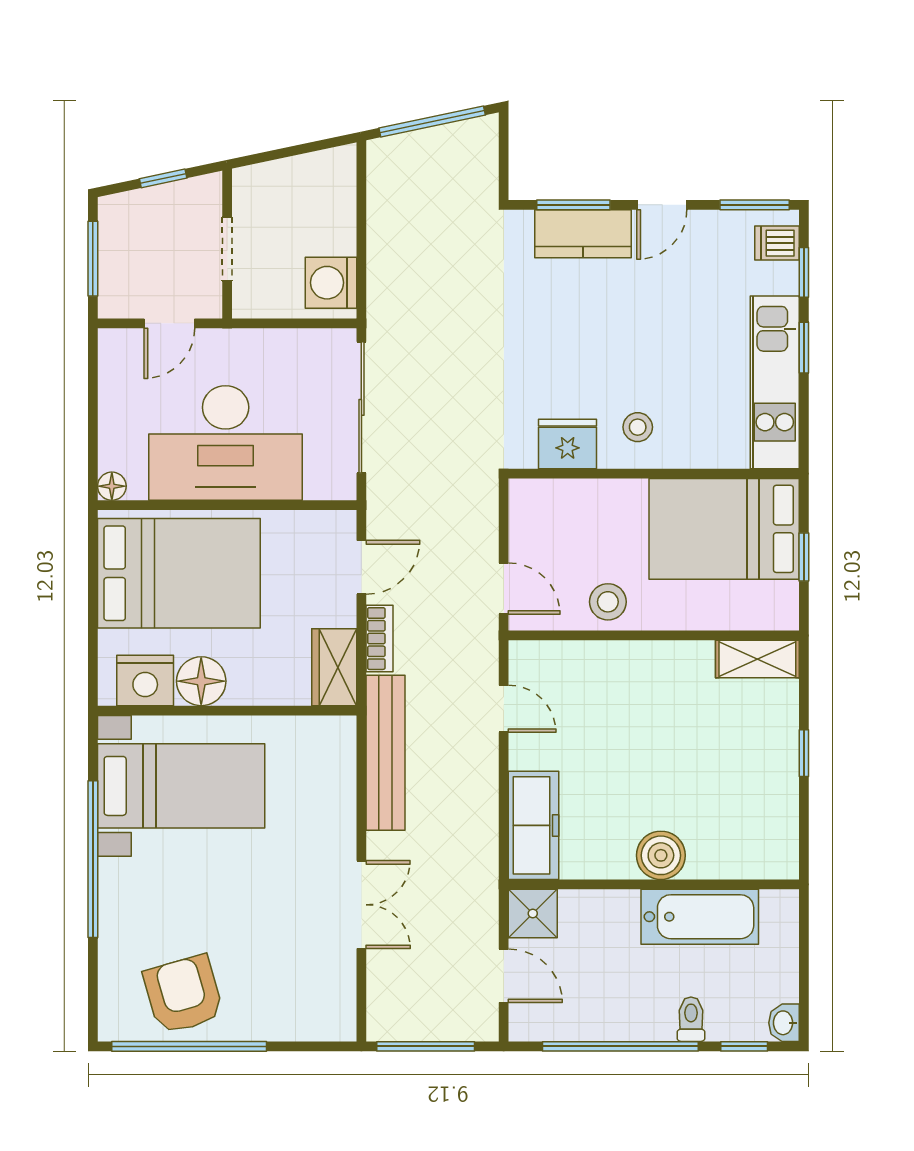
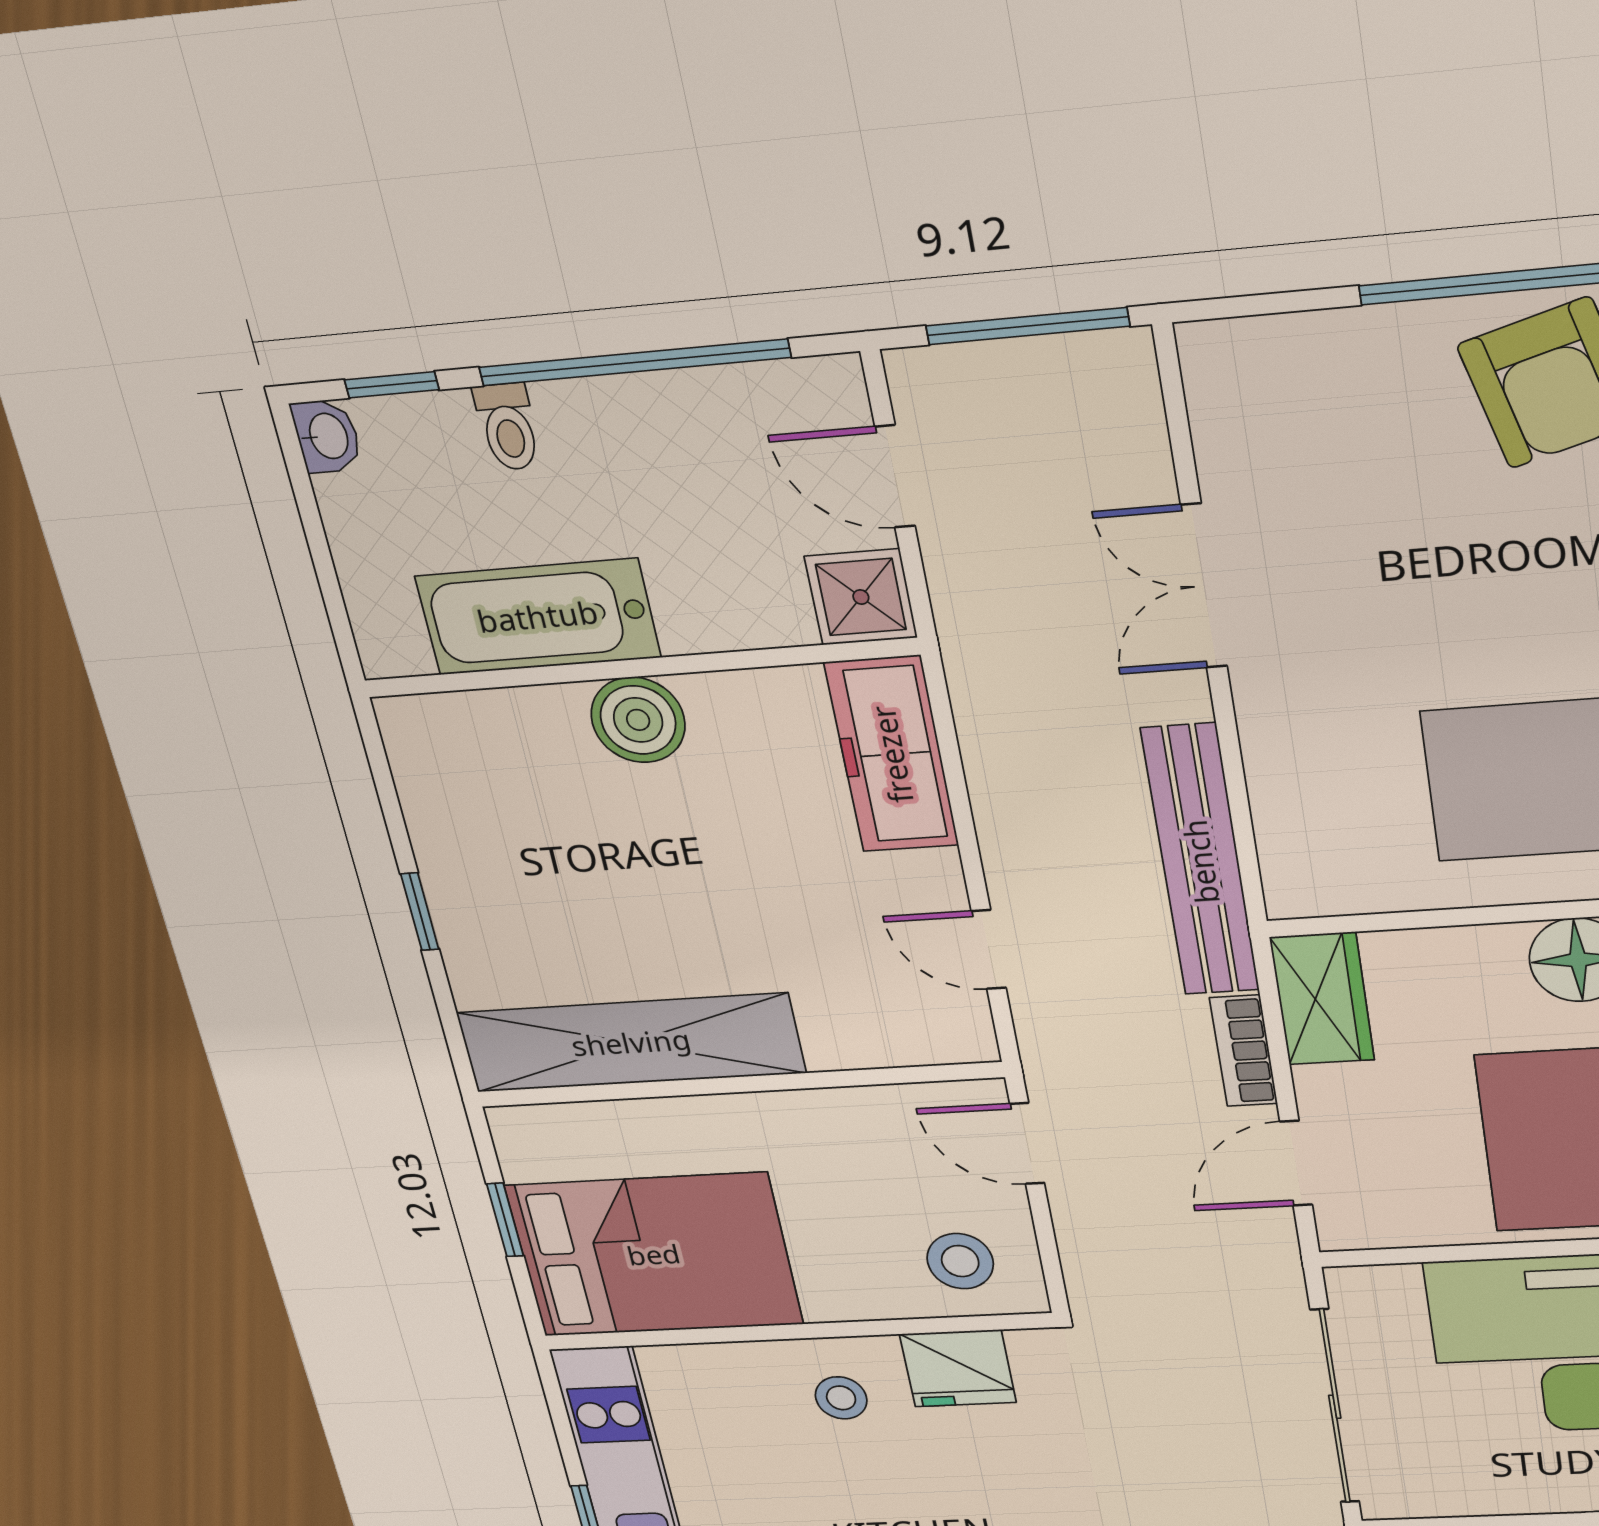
stool: (608, 602) -> (960, 1261), moved
shelving: (757, 659) -> (631, 1043), width x2.20, depth x1.33

